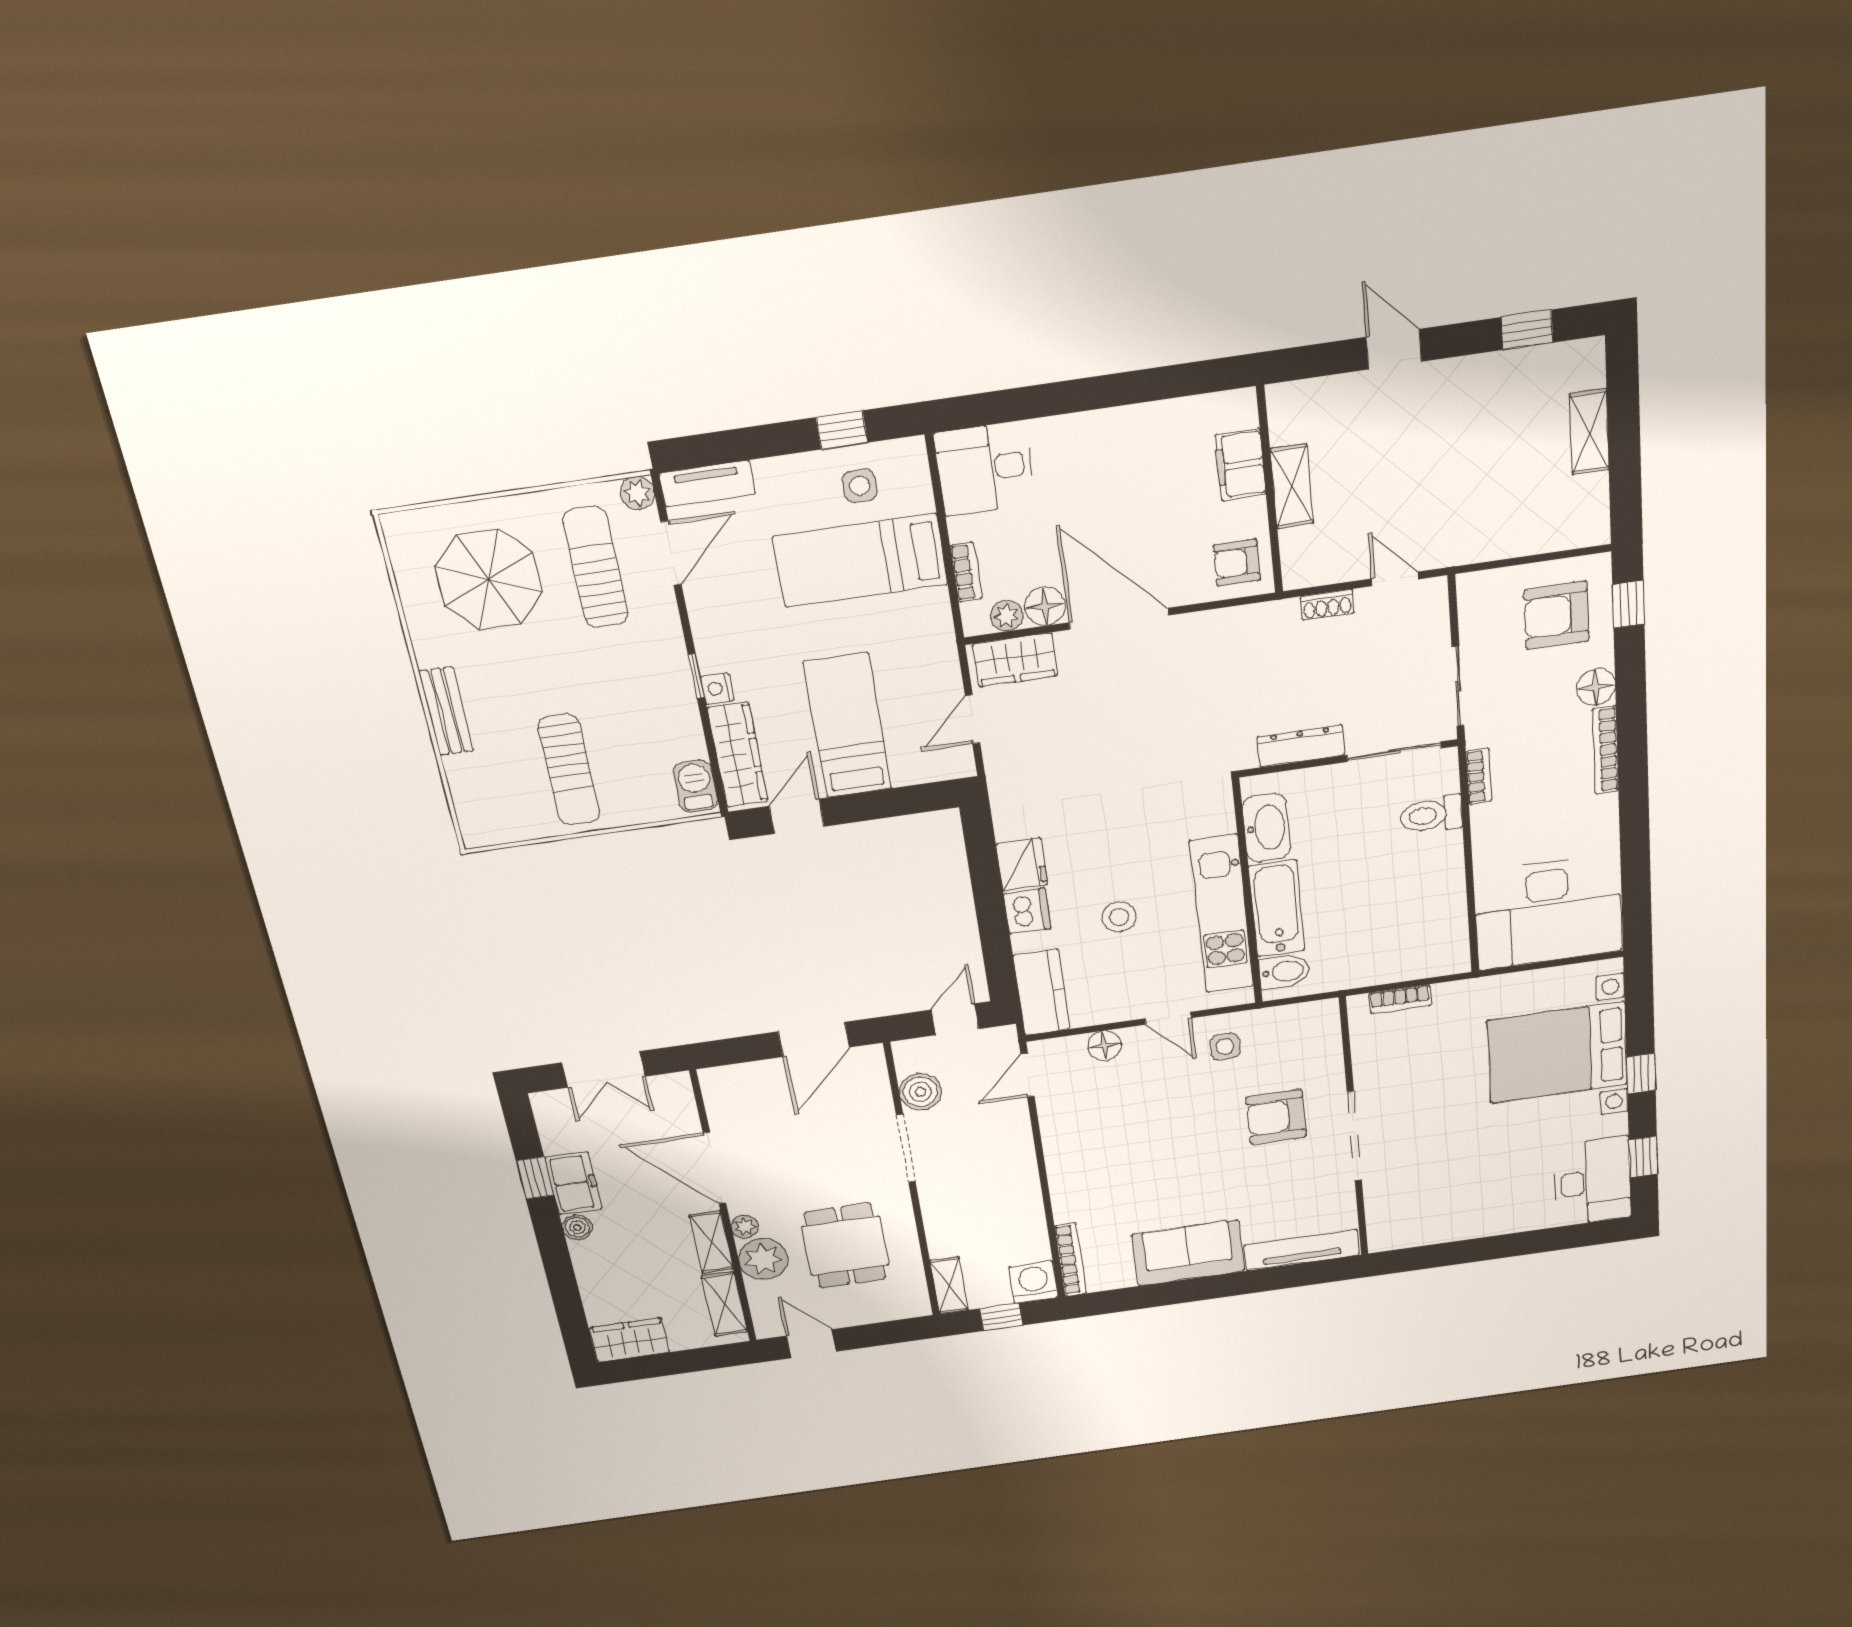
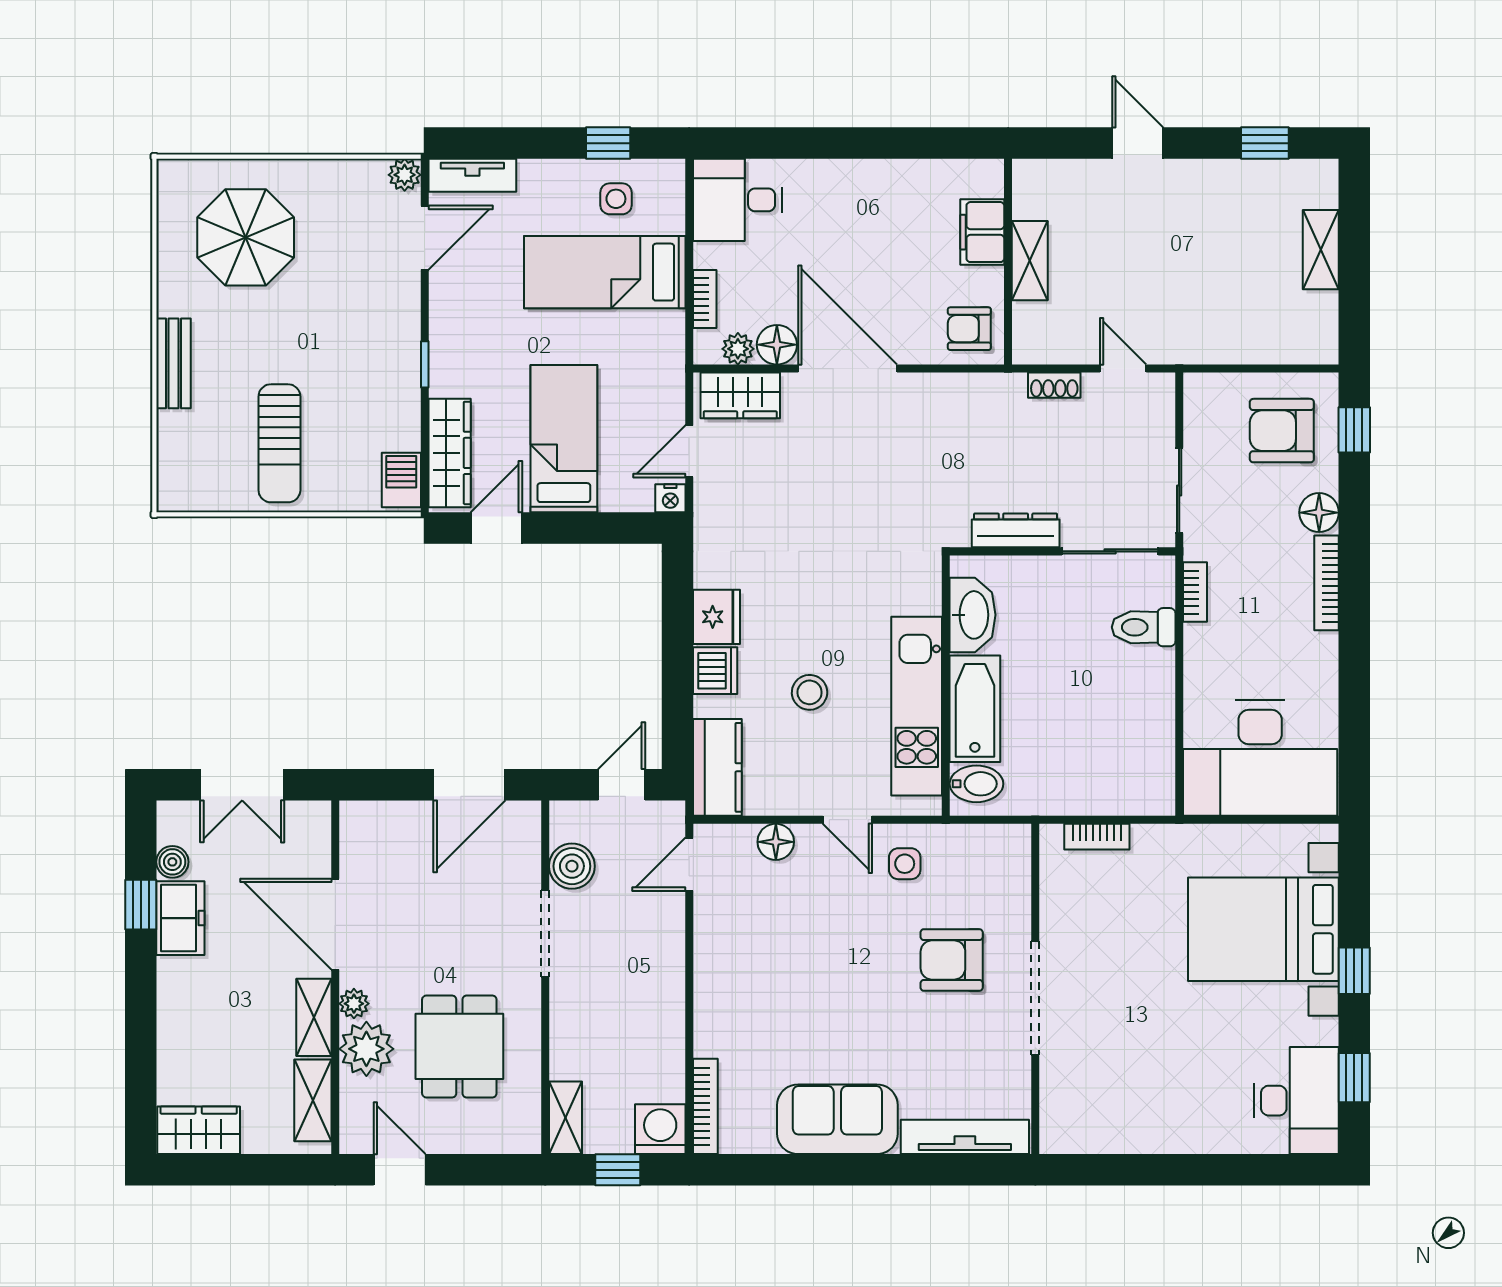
sun lounger: (596, 567) -> (350, 241), removed
nightstand: (717, 689) -> (670, 498), moved, turned -90
boiler: (577, 1227) -> (172, 862), moved

